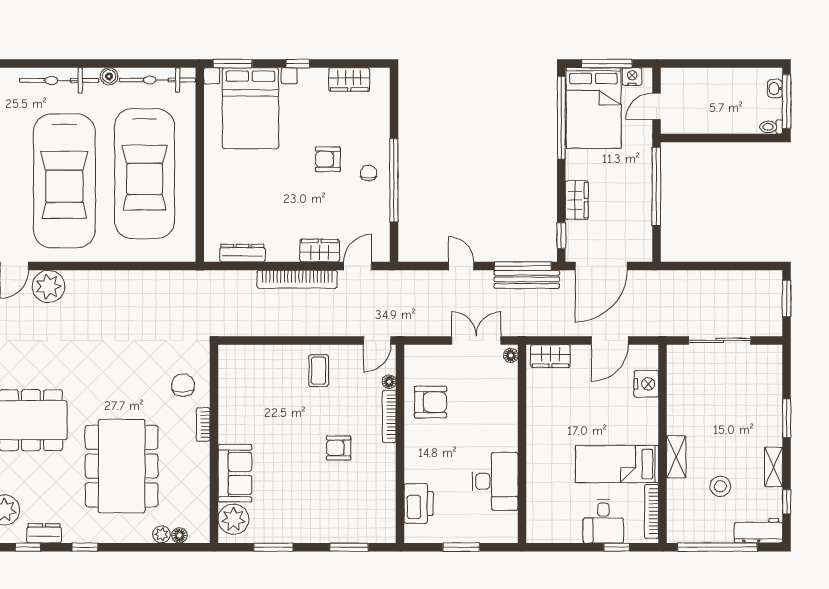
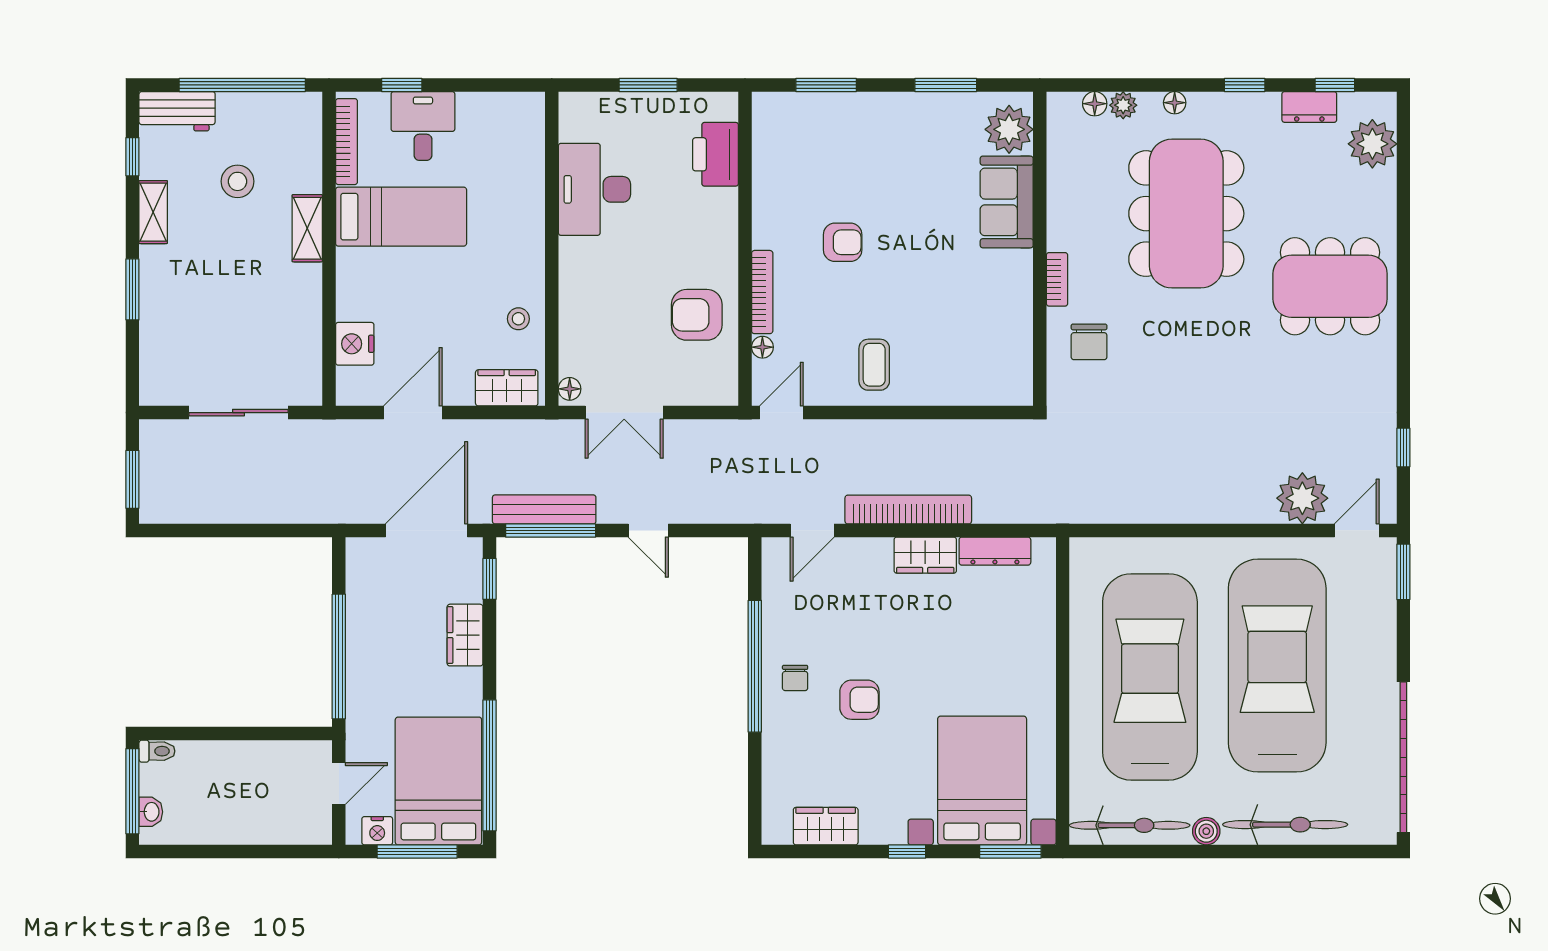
wardrobe: (320, 251) -> (925, 555), moved
stool: (543, 400) -> (518, 319), added
floor lamp: (129, 536) -> (1175, 103), added

